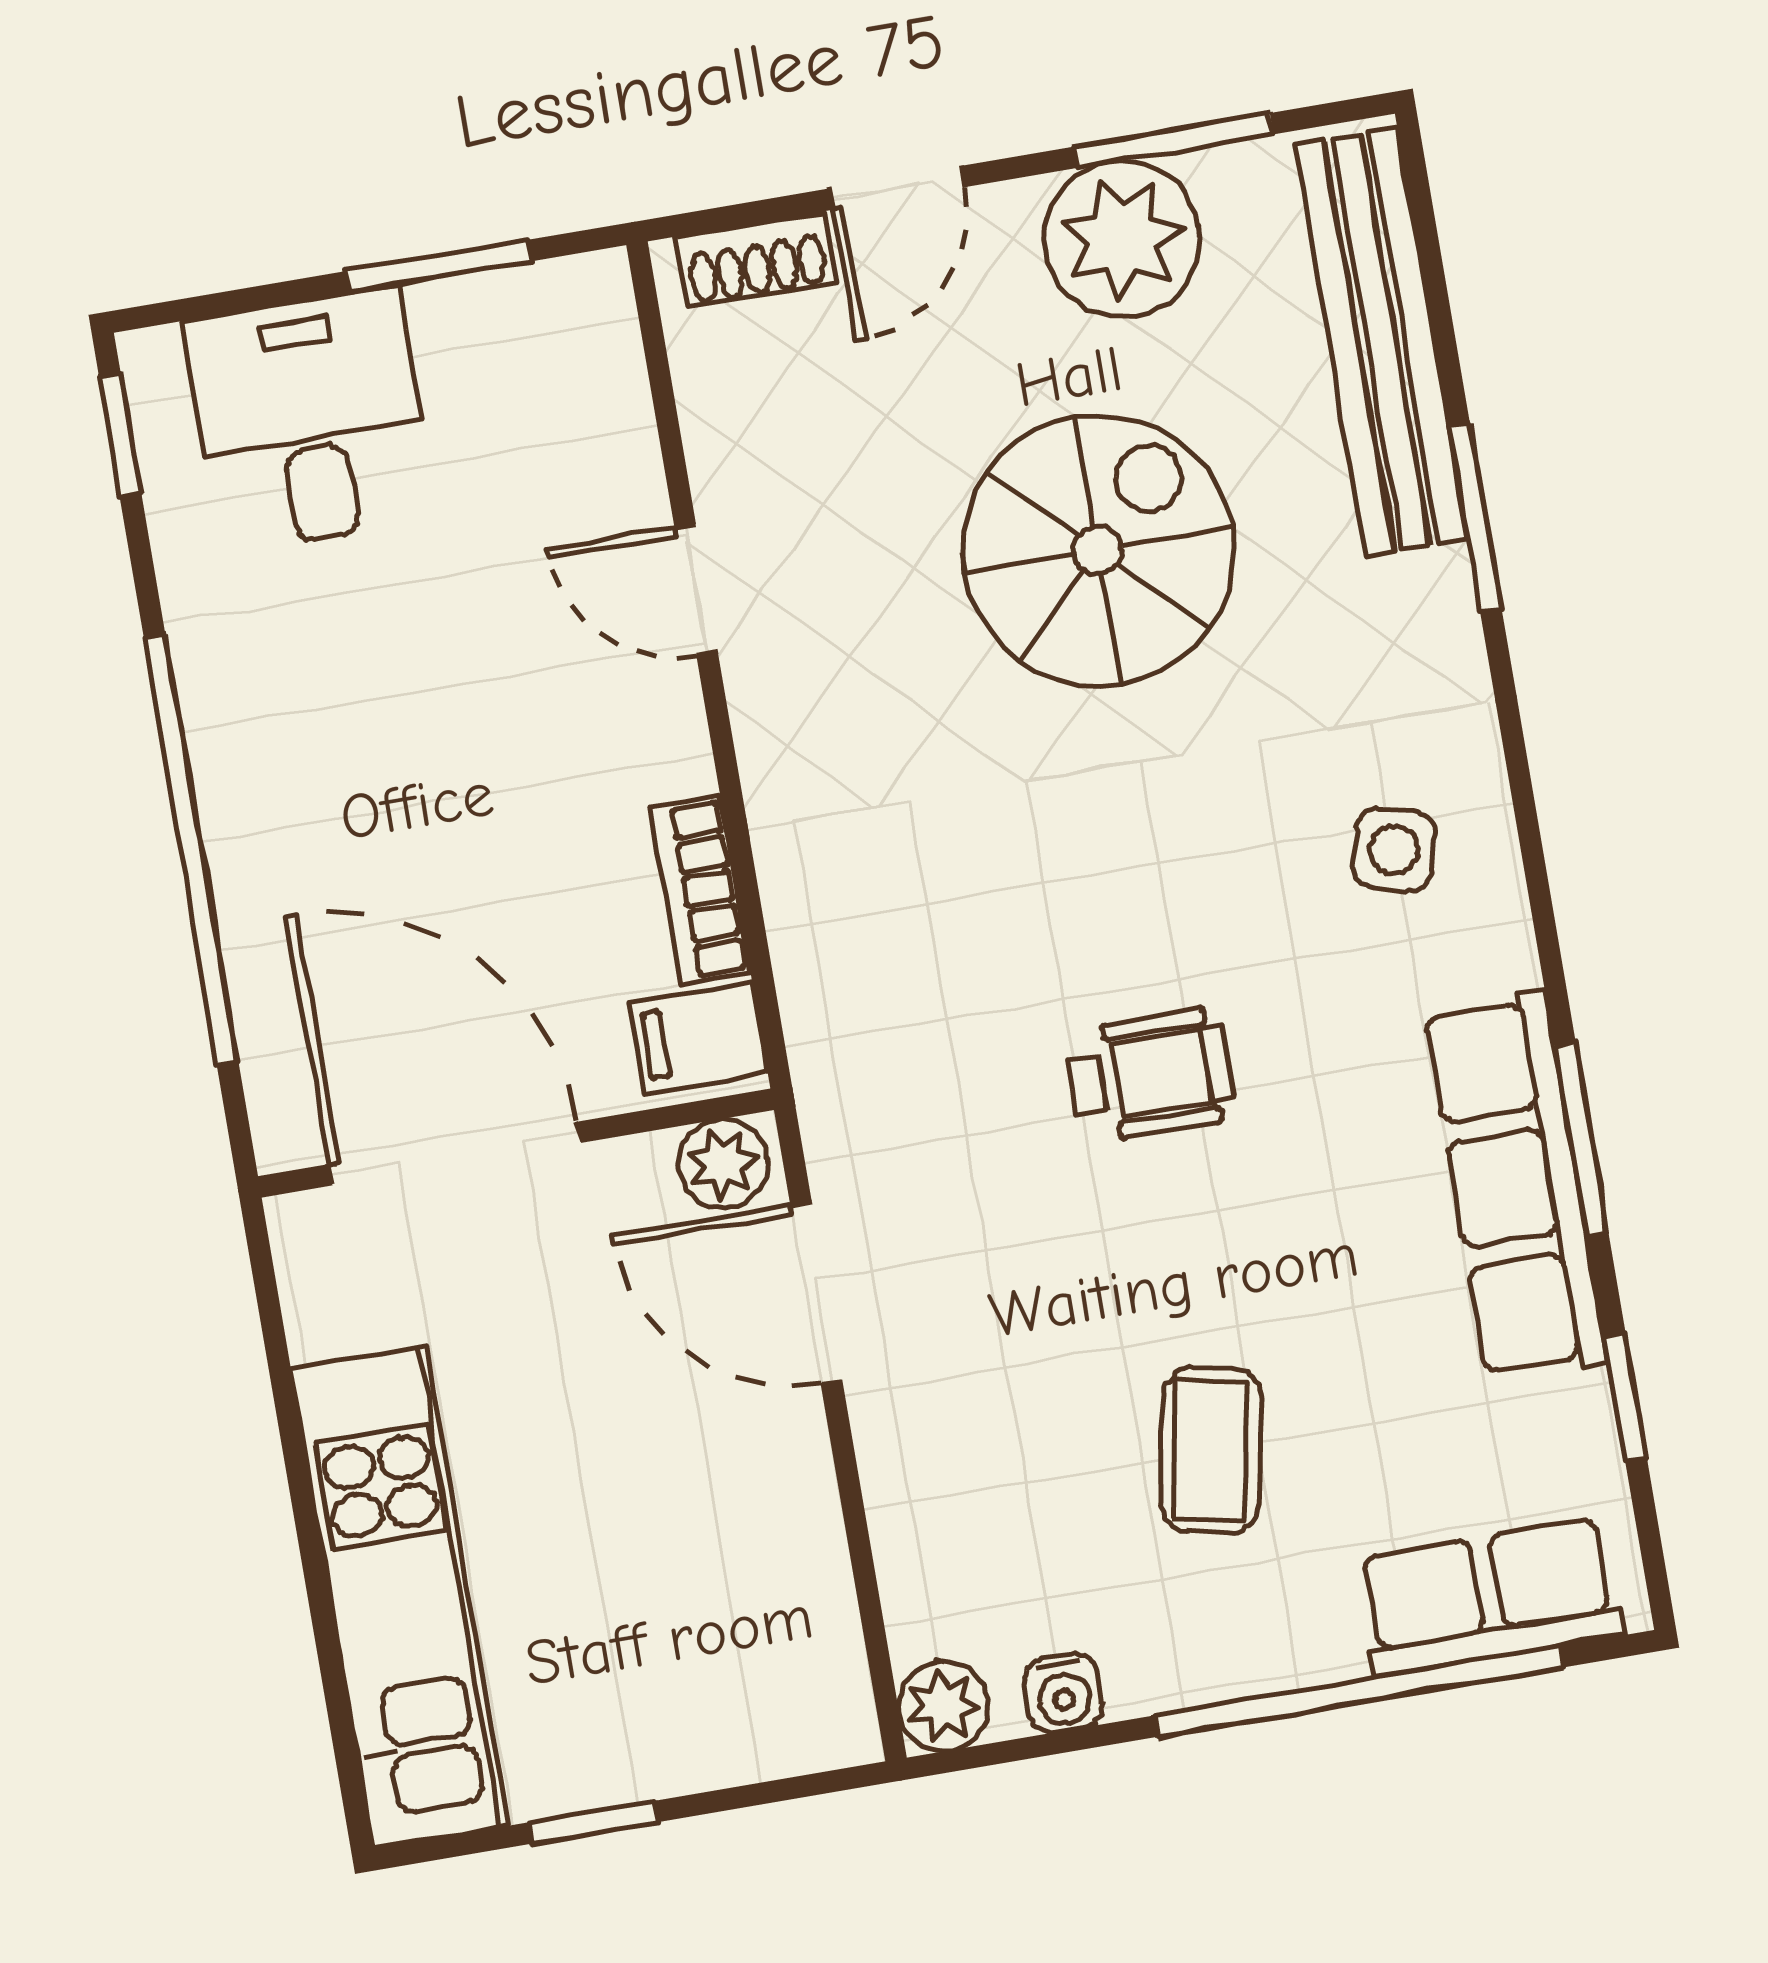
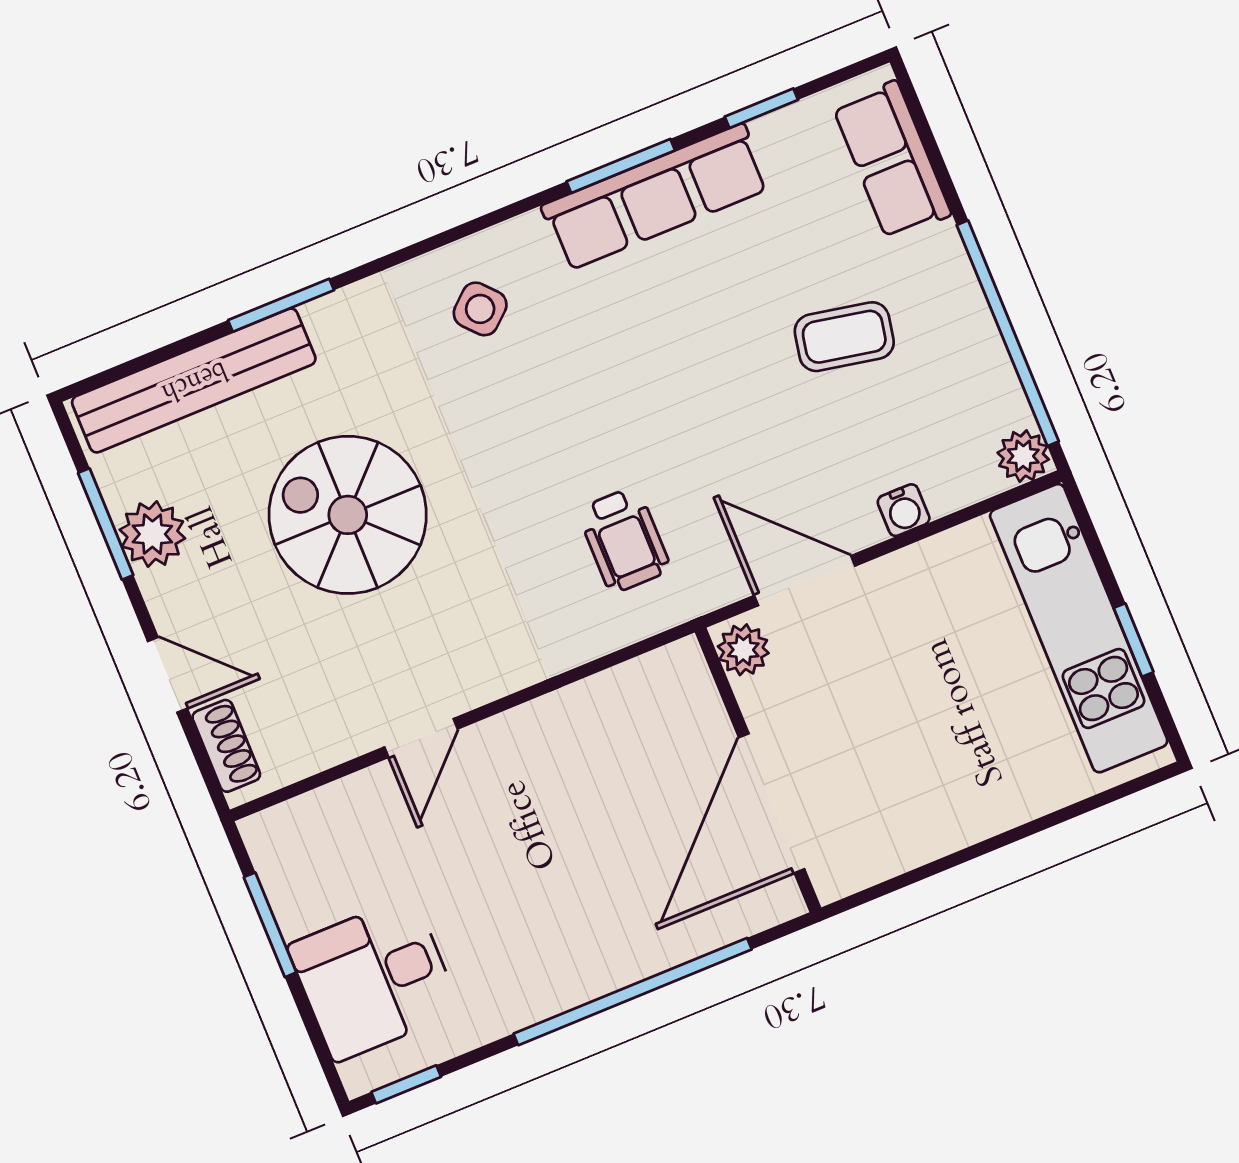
plant: (1122, 239) -> (152, 534), width x0.73, depth x0.73
side table: (1394, 850) -> (480, 309), turned 32
bookcase: (700, 890) -> (591, 698), removed
filing cabinet: (699, 1038) -> (675, 680), removed
wheelchair: (1149, 1075) -> (624, 540), moved, turned 180
door: (816, 1292) -> (805, 581), swing flipped
kitchen unit: (399, 1597) -> (1079, 628), moved, turned -90
window: (1359, 1691) -> (1008, 333), moved
water cooler: (1063, 1693) -> (904, 510), moved, turned 90

